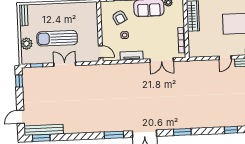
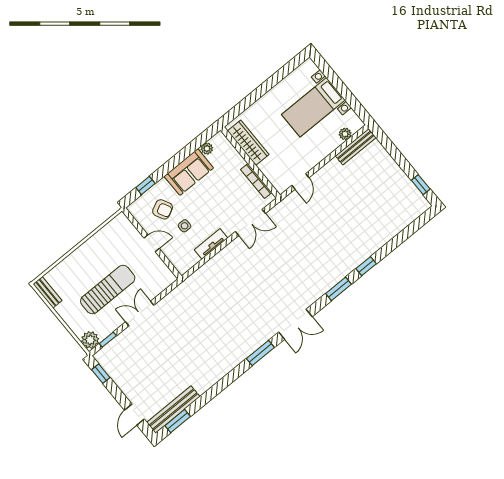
sun lounger: (57, 38) -> (108, 290), turned 180
plant: (26, 44) -> (90, 340), moved
door: (101, 52) -> (152, 243), moved
door: (225, 58) -> (300, 182), moved
window: (231, 130) -> (366, 266), moved

